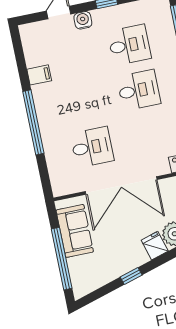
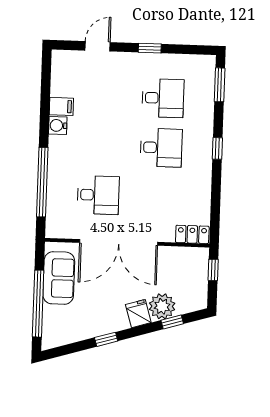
water cooler: (83, 20) -> (58, 125), moved, turned -90
window: (33, 122) -> (42, 182), moved

